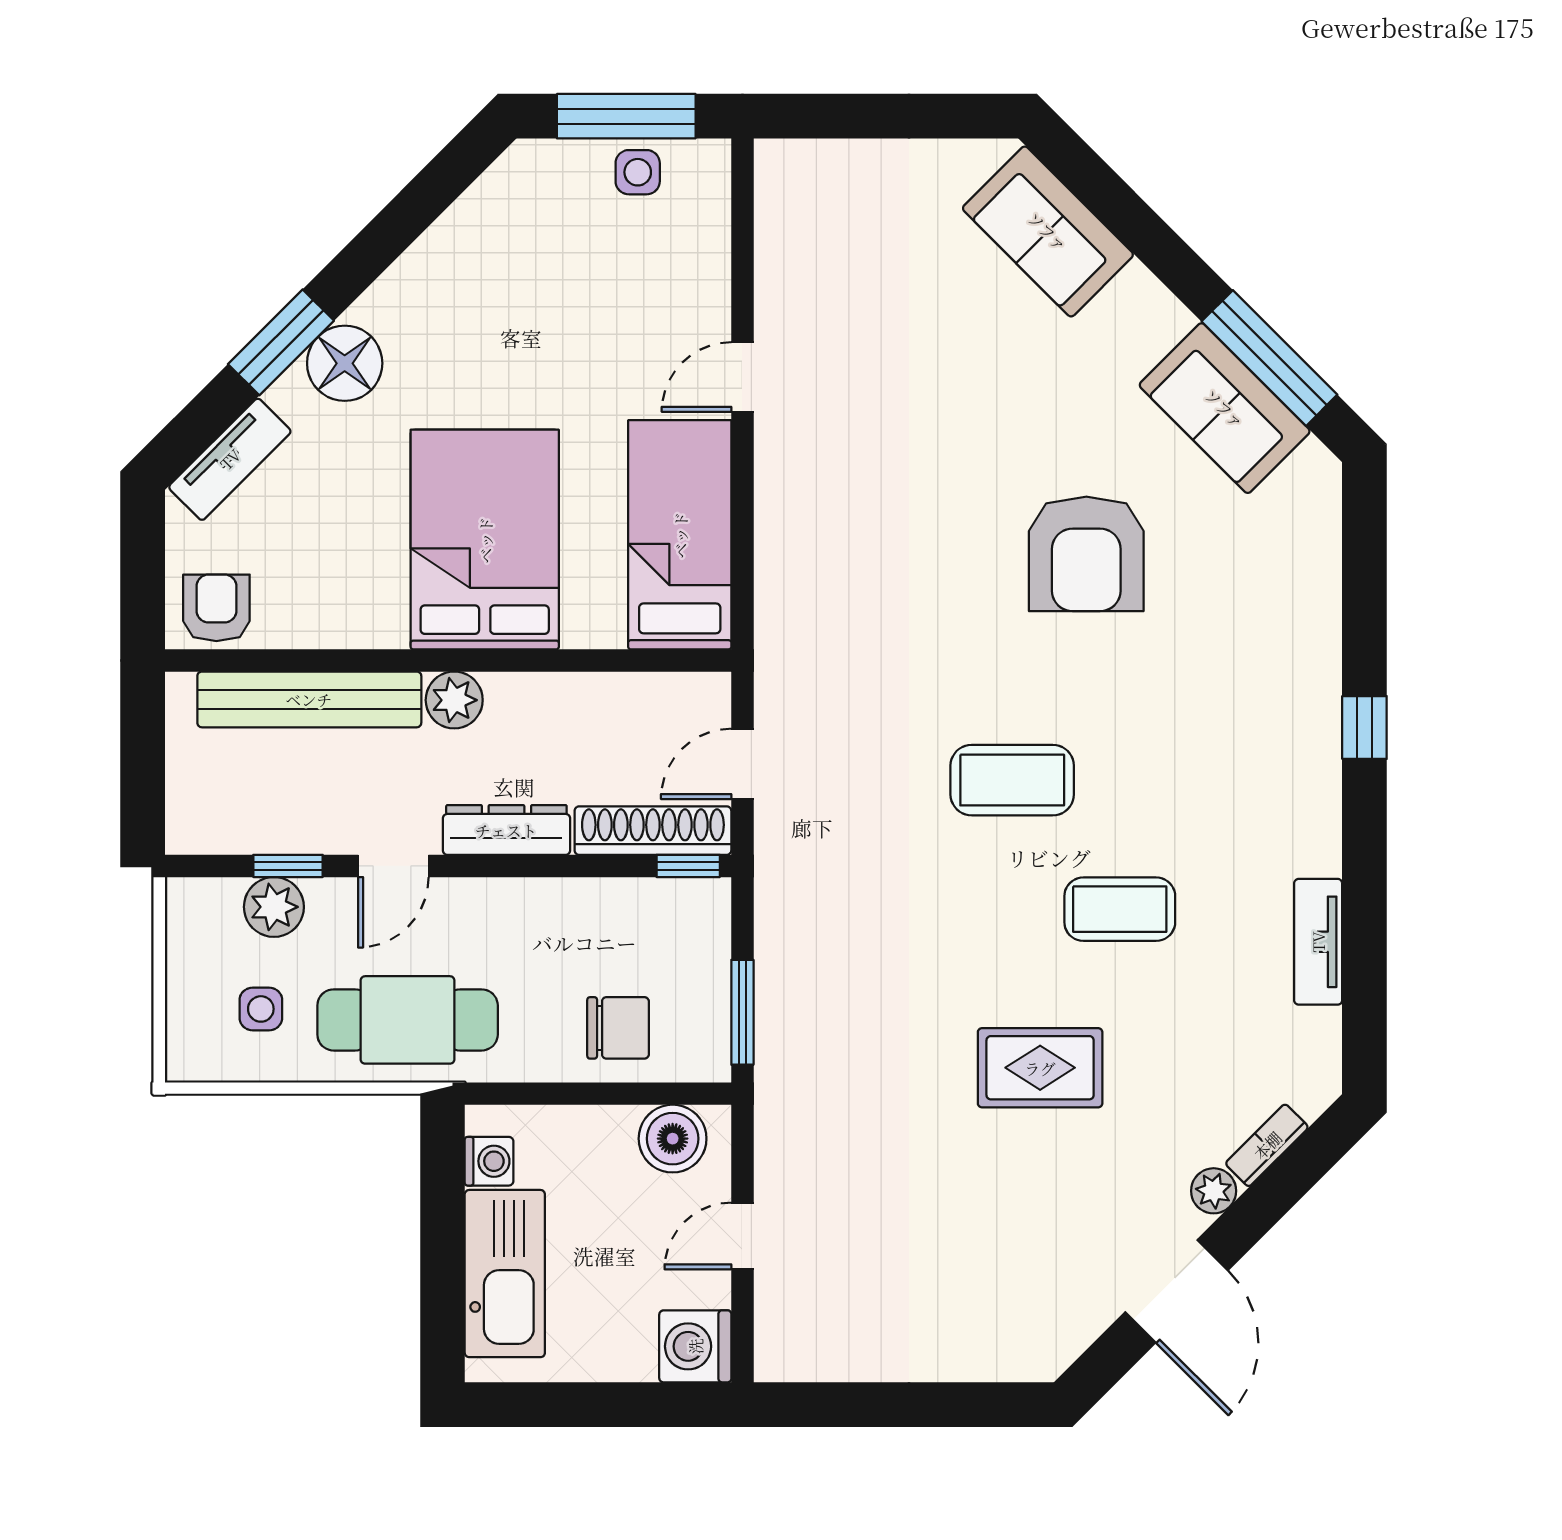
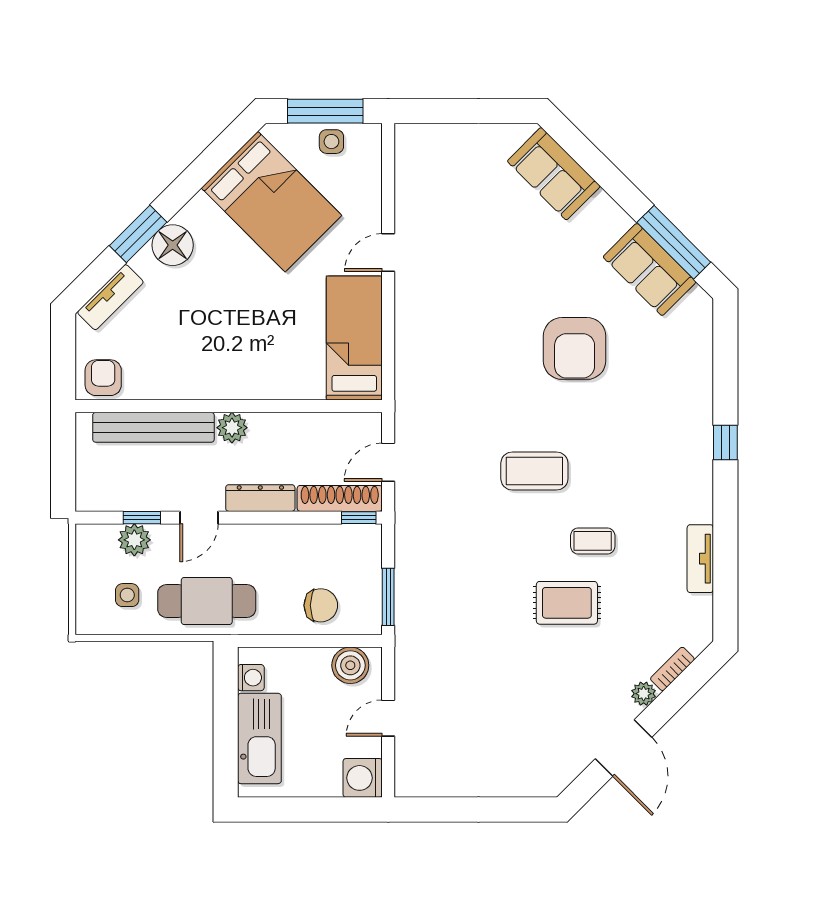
bed: (485, 540) -> (271, 202), moved, turned 135
coffee table: (1120, 909) -> (593, 541), width x0.73, depth x0.77
rug: (1040, 1068) -> (567, 603), moved

